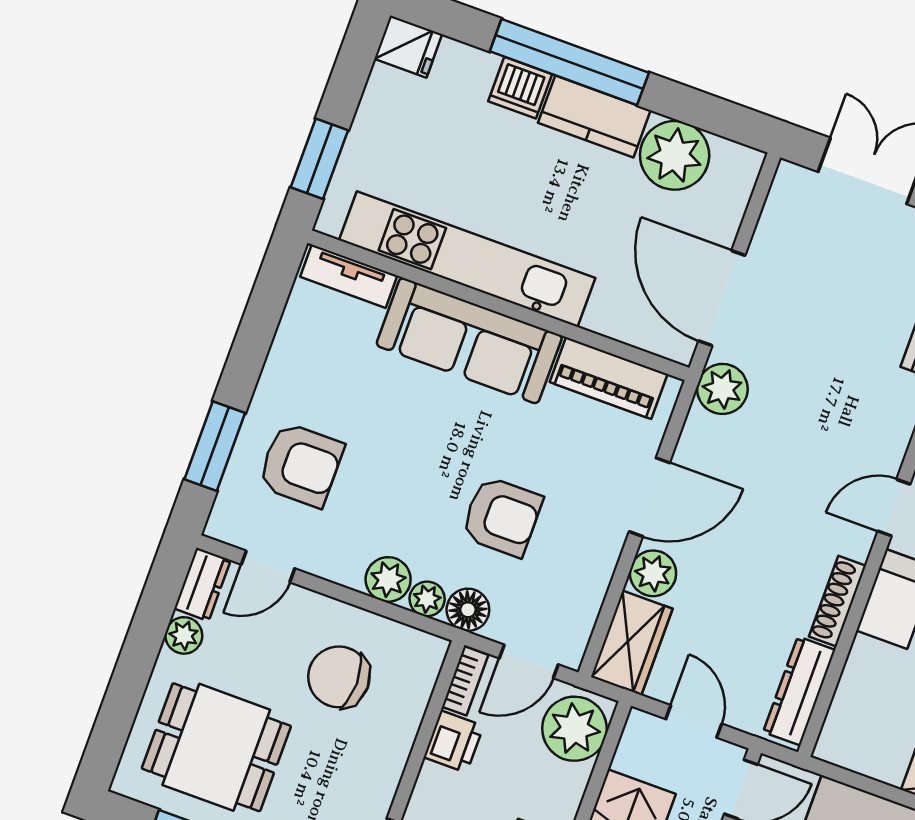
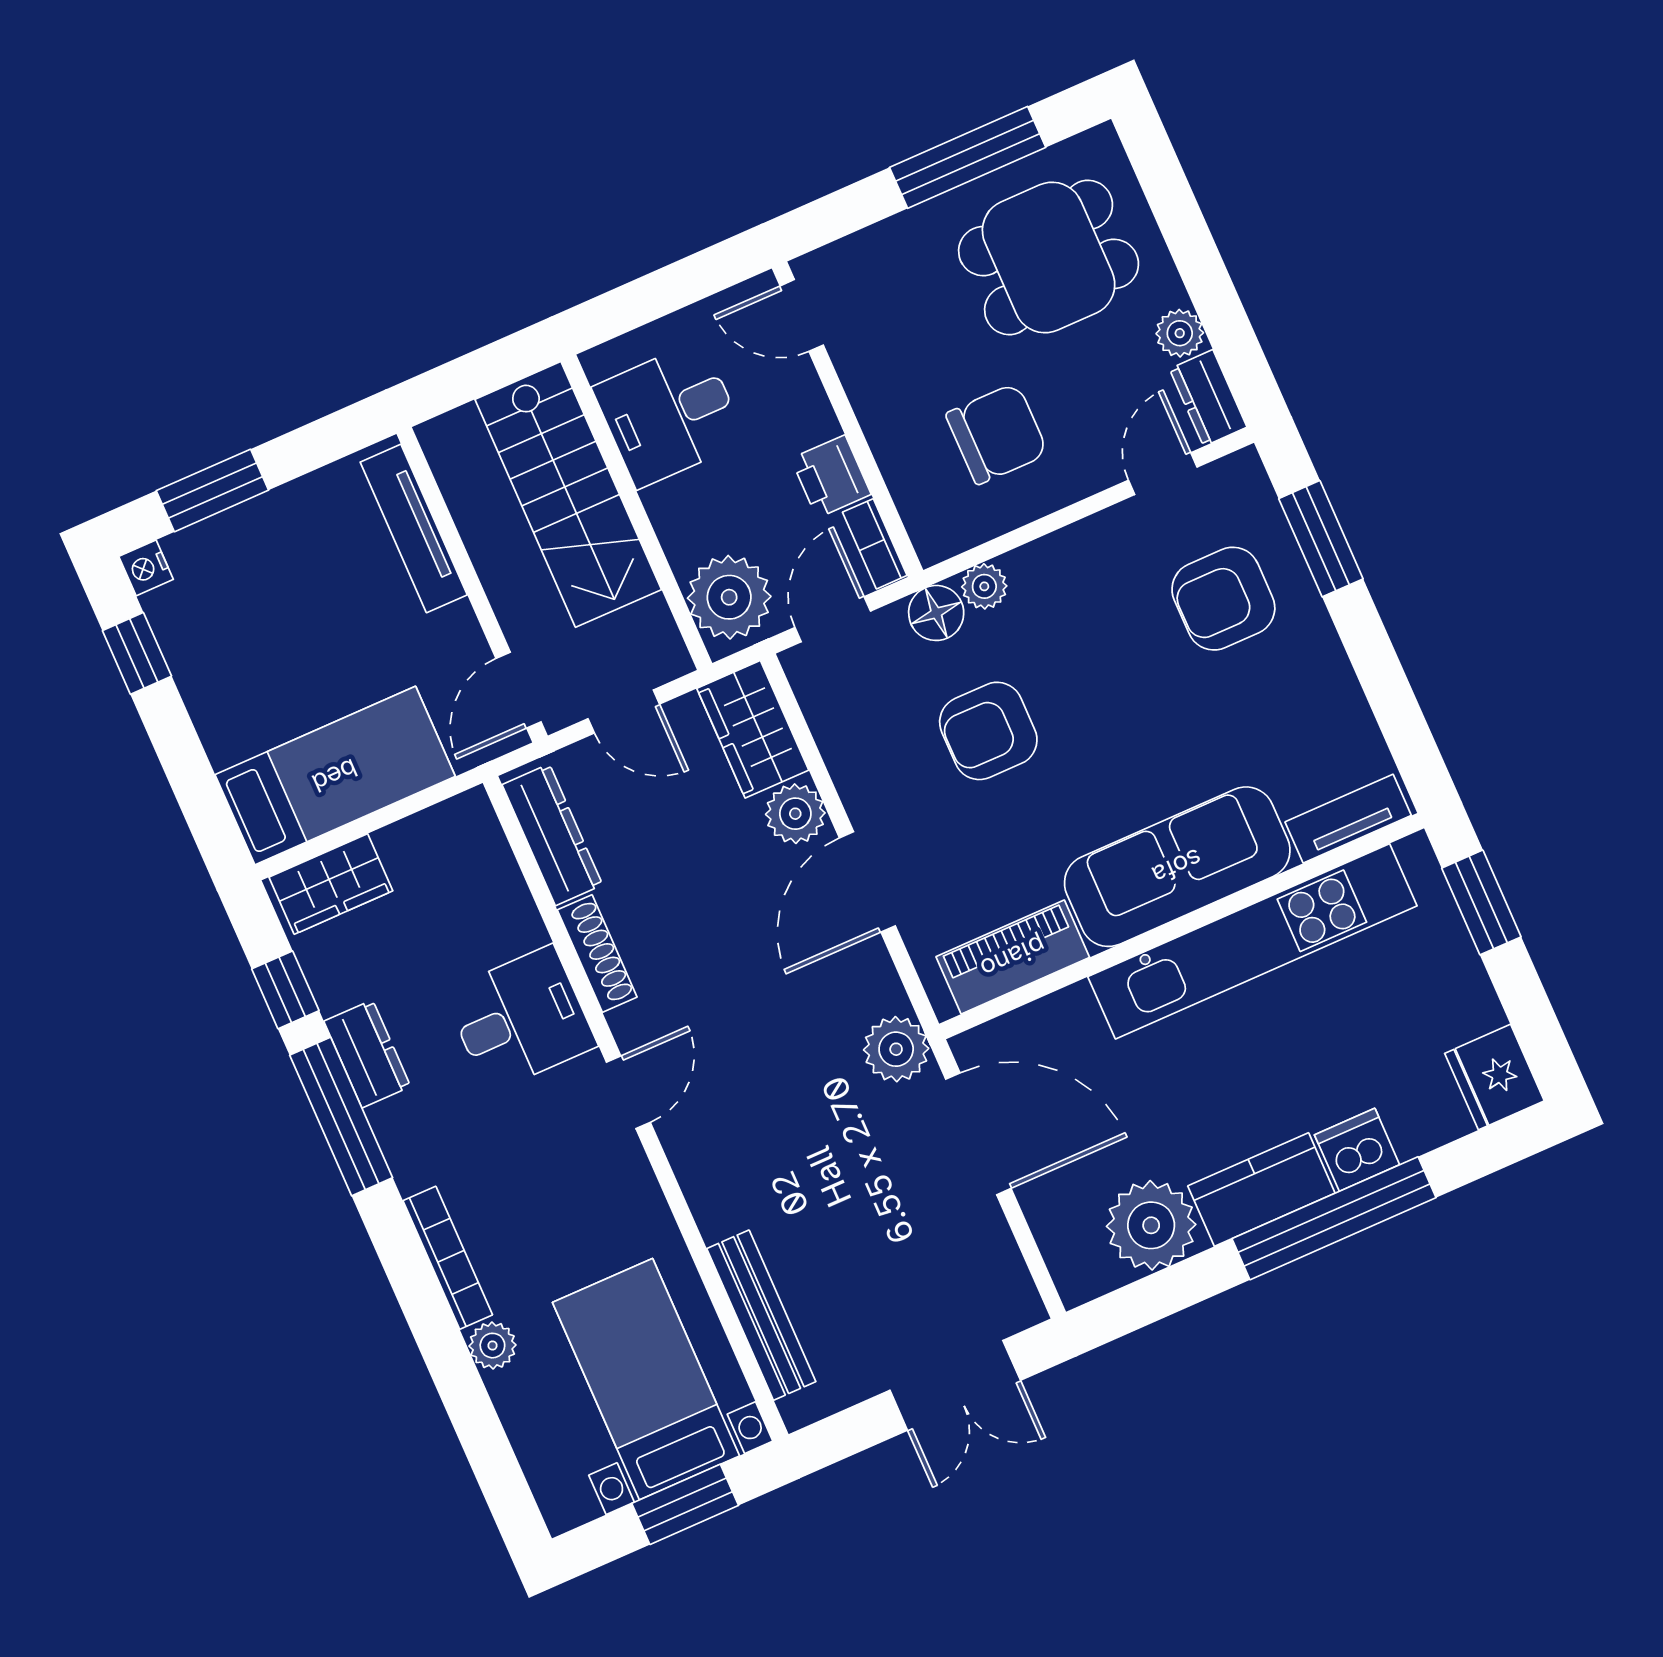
fridge: (408, 46) -> (1494, 1077), width x1.38
plant: (388, 579) -> (1038, 570), removed

